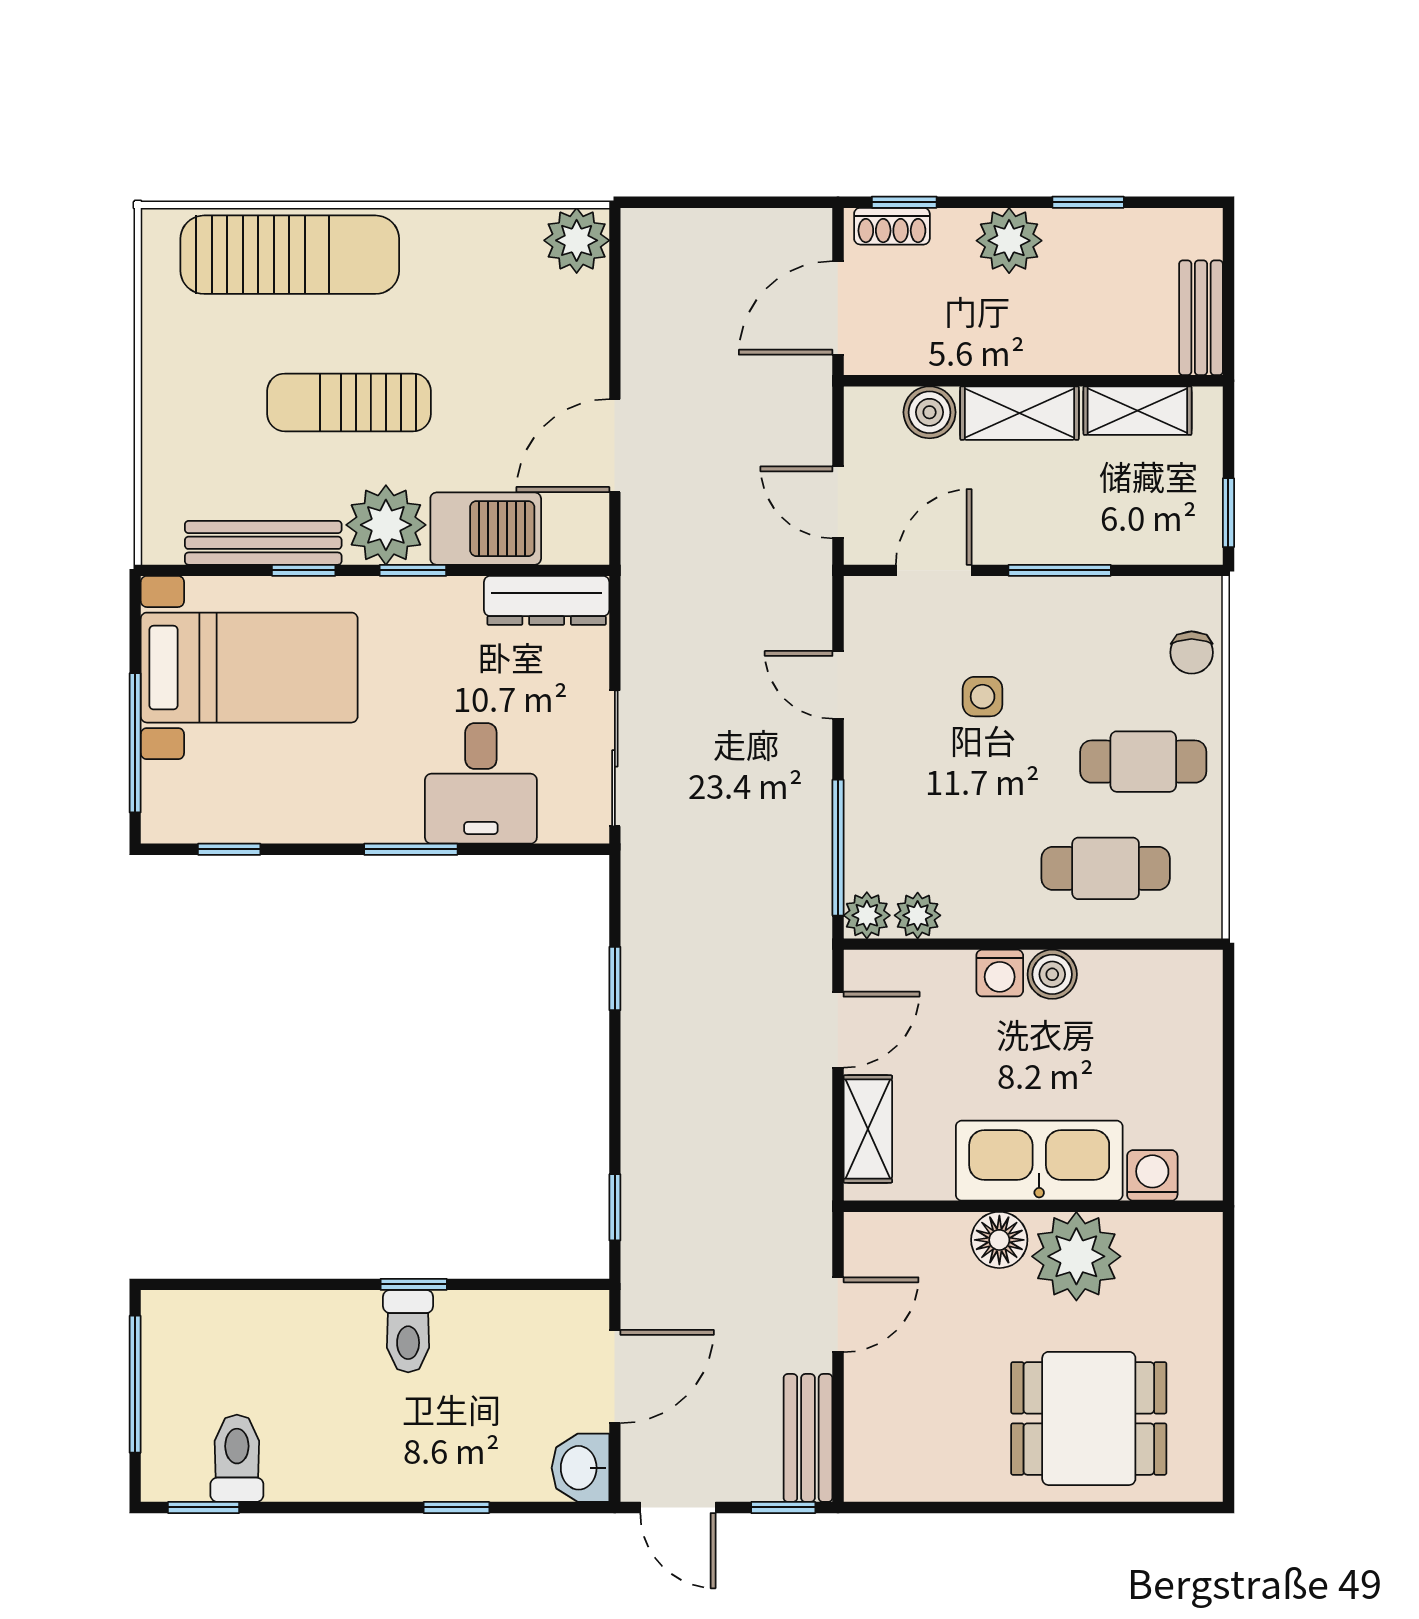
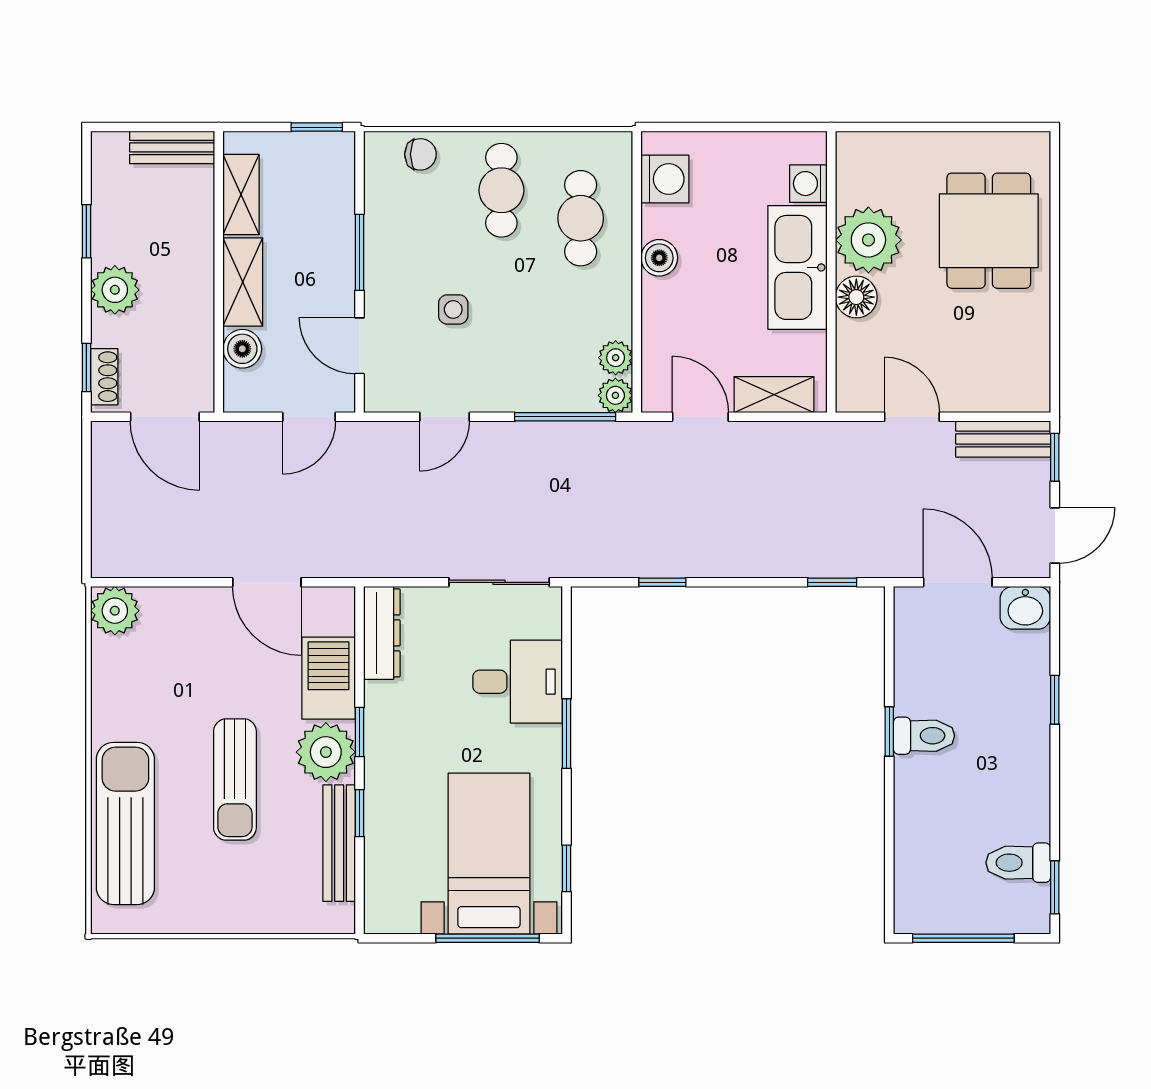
bed with nightstands: (249, 668) -> (489, 854), moved
washing machine: (1000, 973) -> (665, 179), moved, width x1.38, depth x1.38

